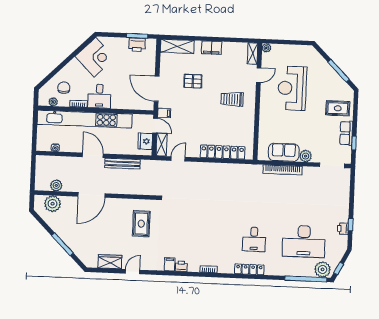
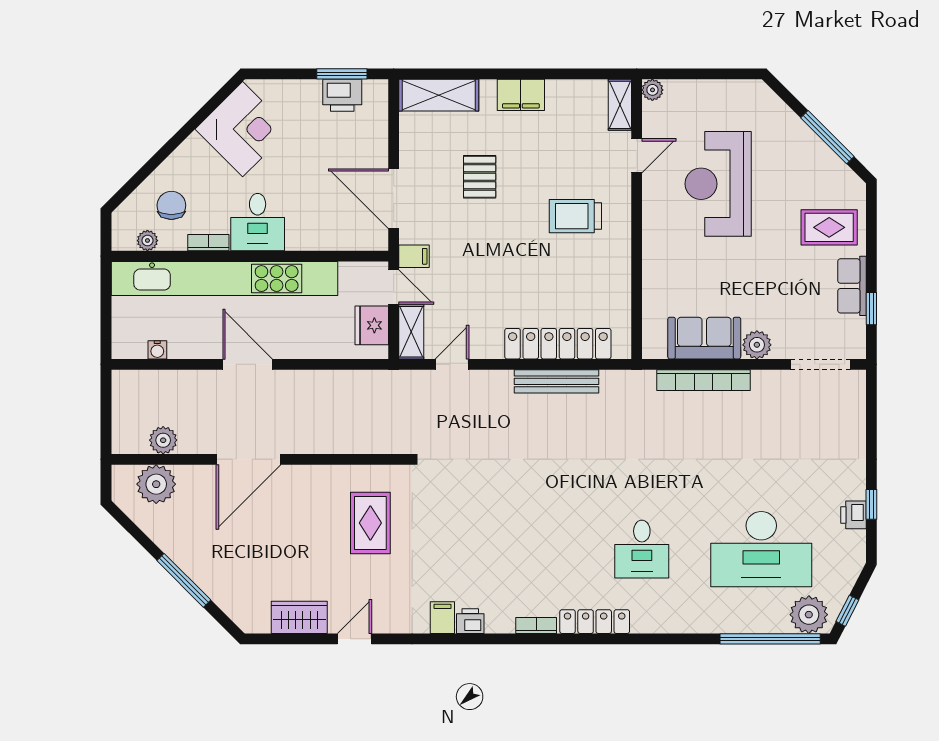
pallet: (193, 81) -> (480, 177), turned 90
bench: (122, 164) -> (556, 381), moved
locker: (249, 269) -> (595, 622), moved

